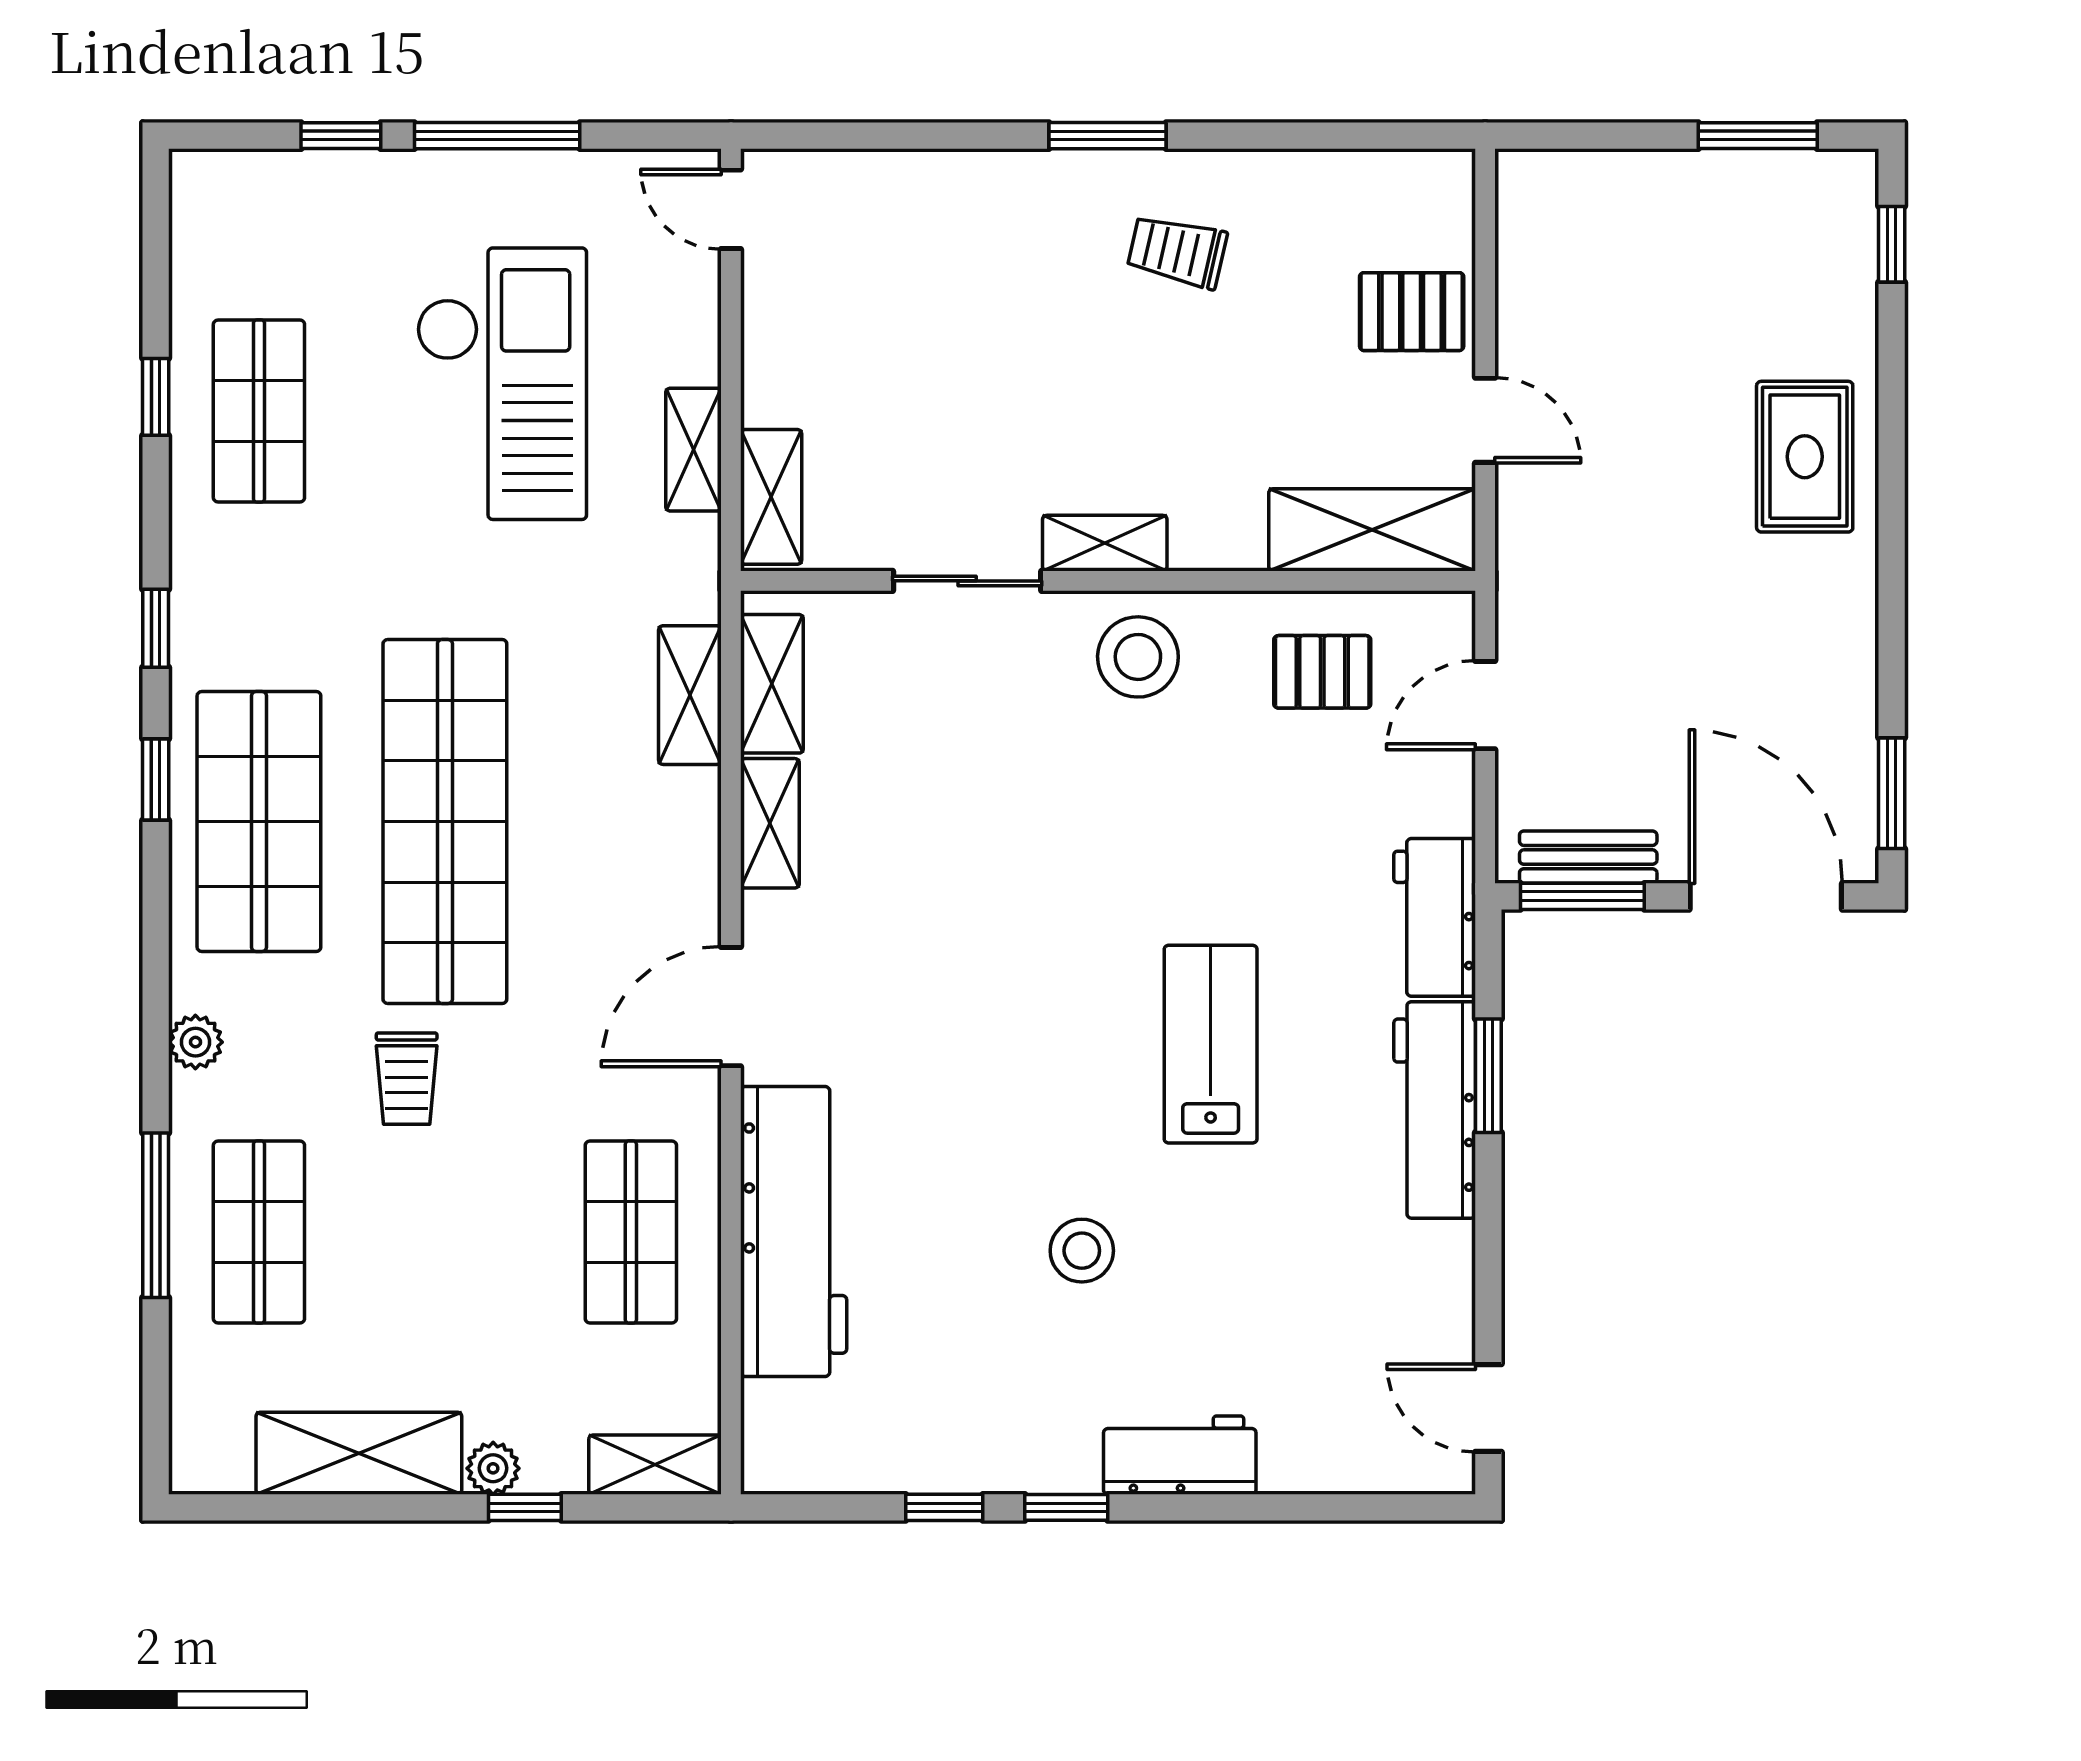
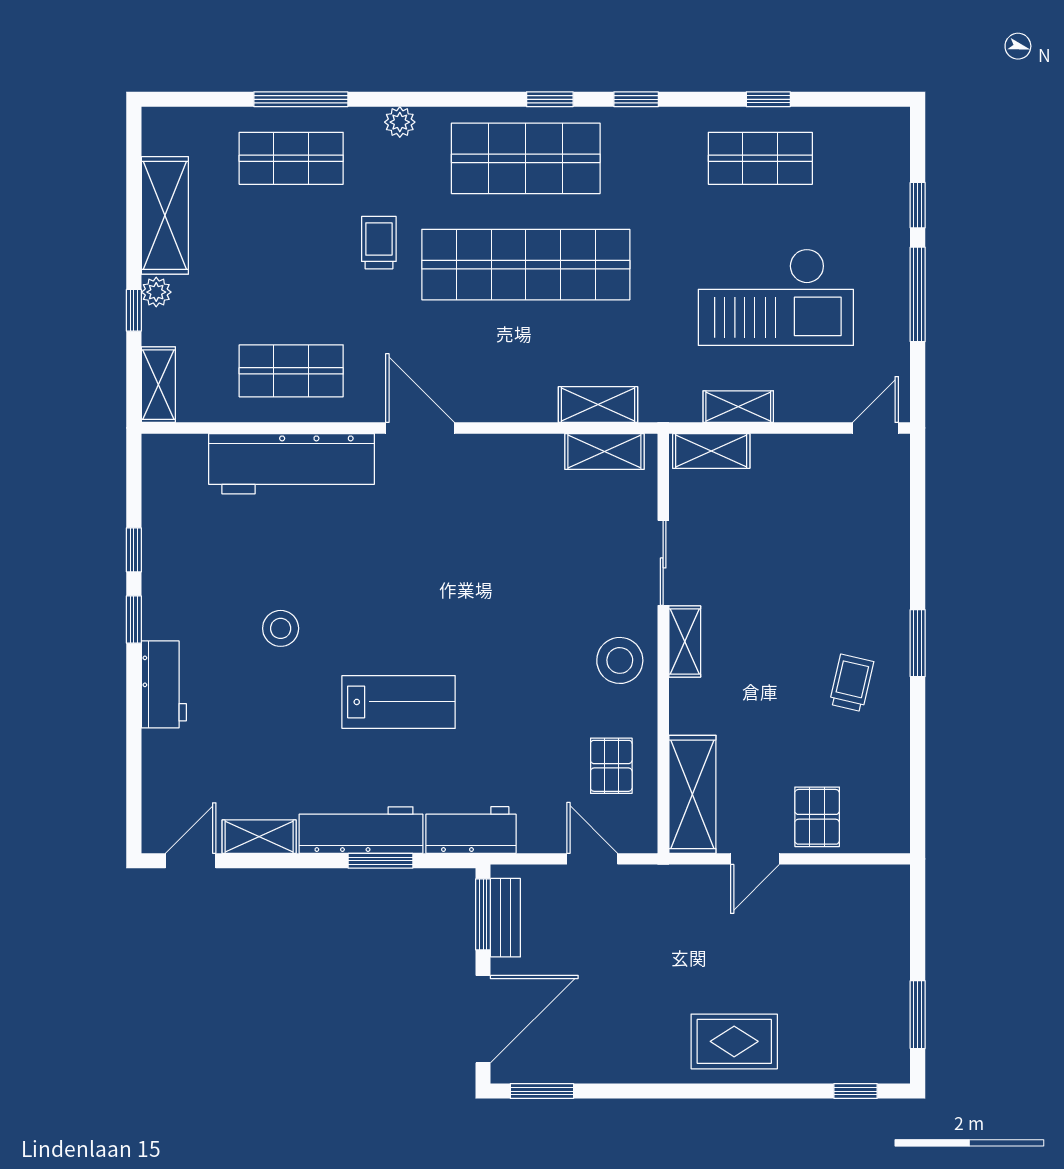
shelving: (770, 823) -> (259, 837), moved
trolley: (407, 1079) -> (379, 243), turned 90

